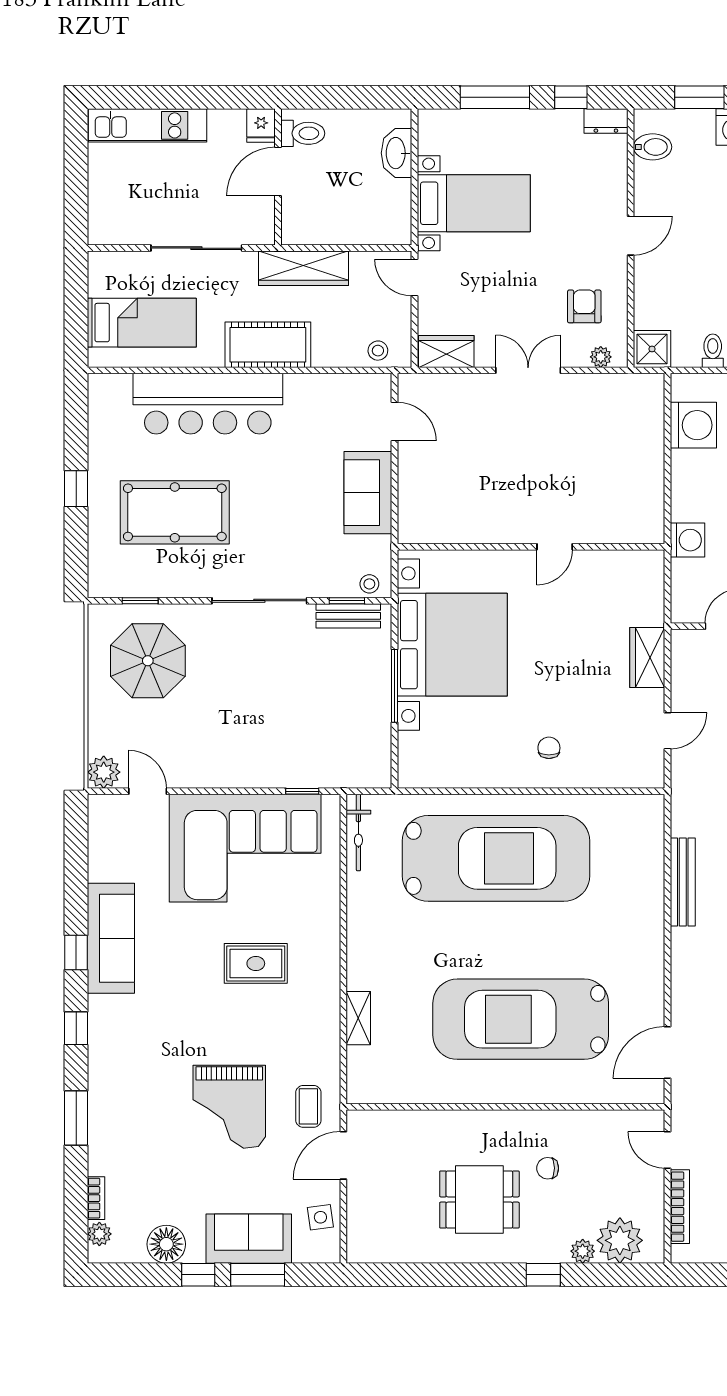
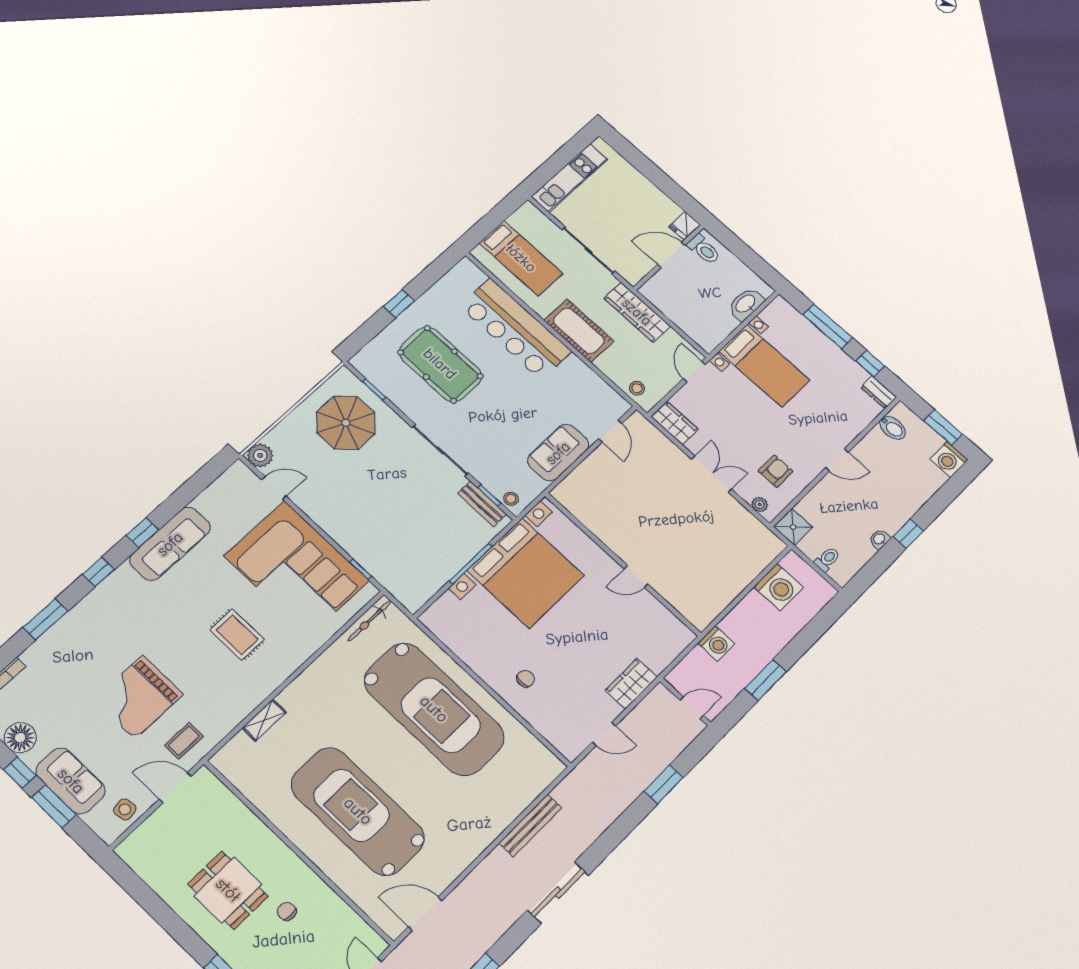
kitchen unit: (147, 125) -> (570, 178), moved, turned -90
door: (148, 791) -> (274, 488), hinge flipped

